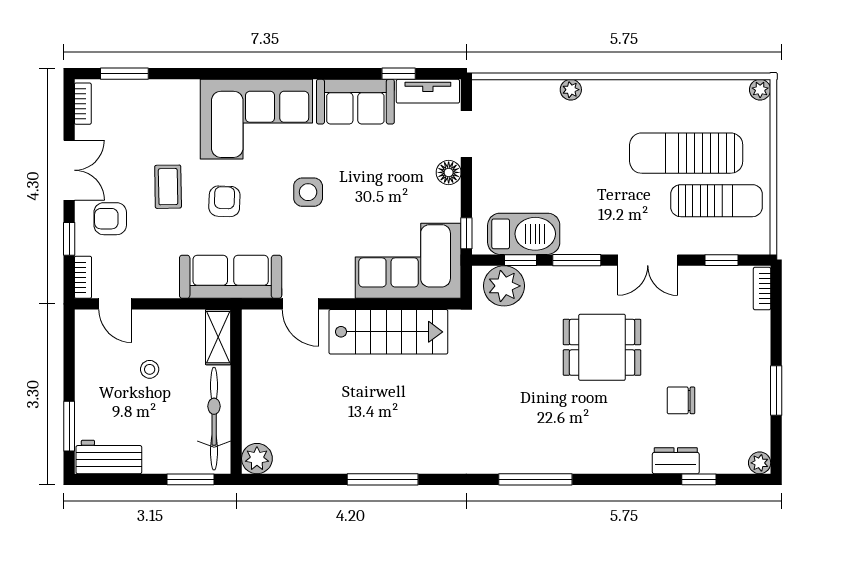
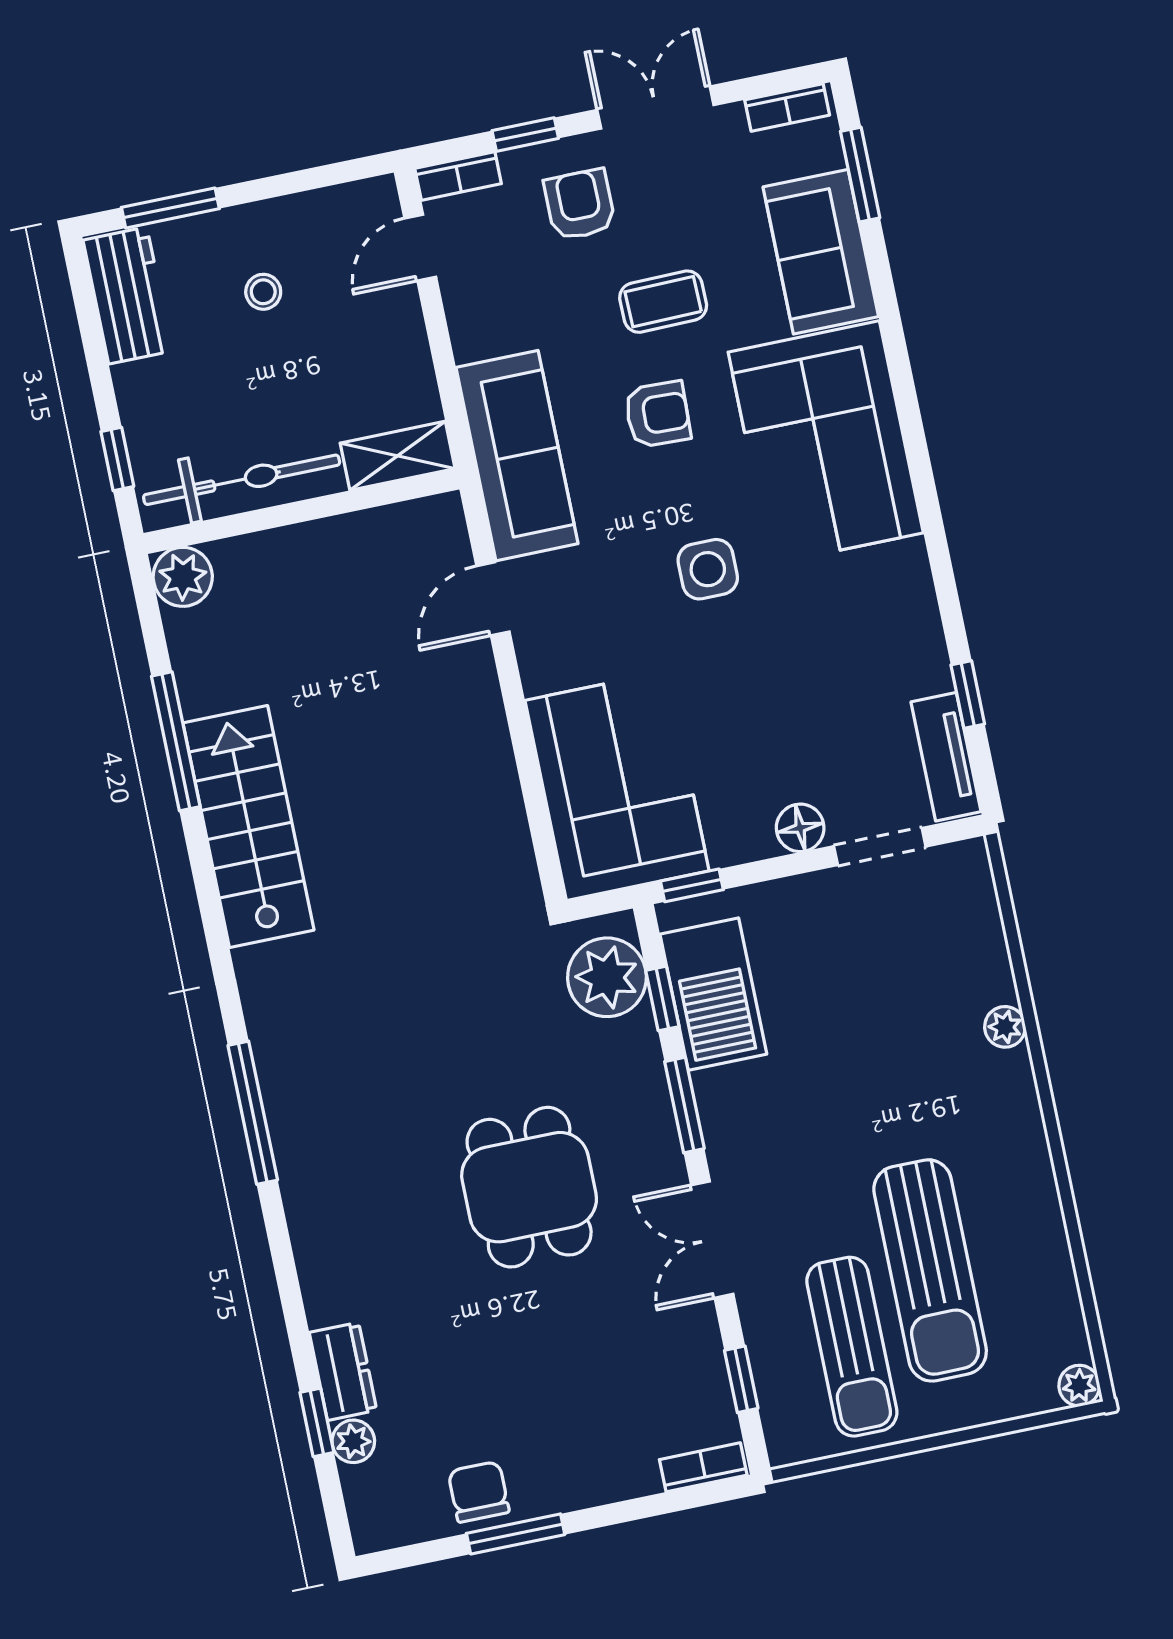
sofa: (355, 102) -> (821, 252), moved
sun lounger: (686, 153) -> (930, 1270), turned 180
double door: (69, 170) -> (655, 108), swing flipped
stairs: (388, 332) -> (248, 826), moved, turned 180
stool: (150, 369) -> (263, 292), moved
chair: (681, 400) -> (479, 1492), moved
plant: (760, 463) -> (353, 1441), moved
window: (190, 479) -> (117, 459), width x0.67
window: (383, 479) -> (176, 741), moved

